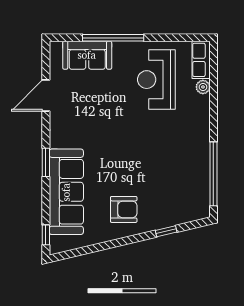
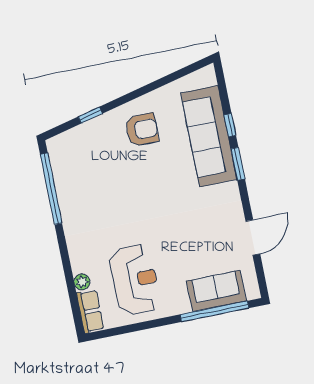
window: (113, 38) -> (214, 311), moved
armchair: (124, 209) -> (142, 130), turned 180
window: (46, 235) -> (230, 125), moved

